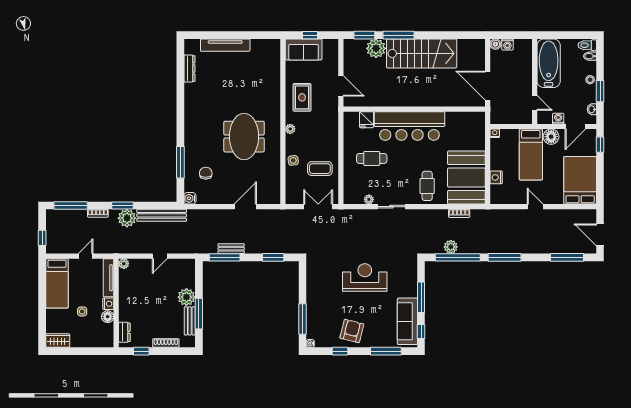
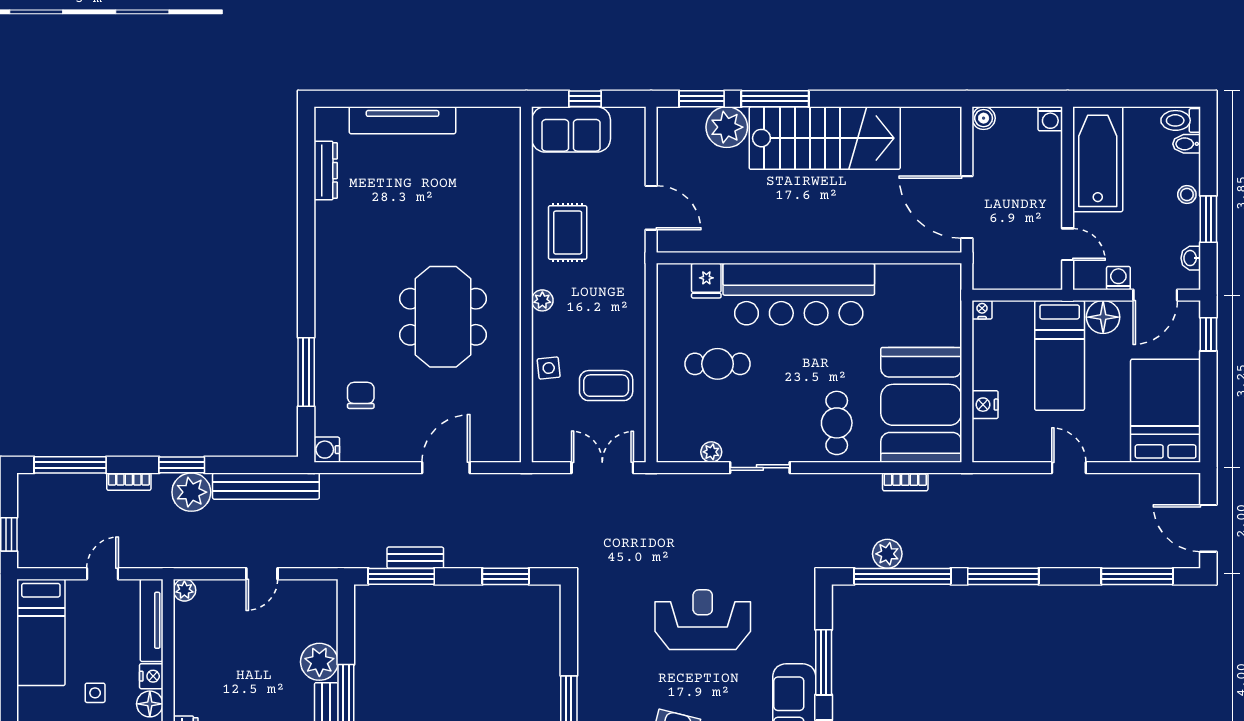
washing machine: (507, 44) -> (1050, 119), moved

